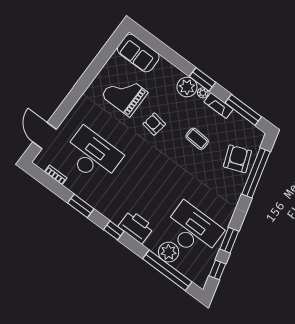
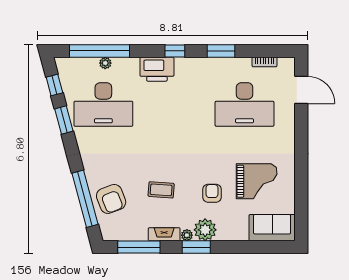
armchair: (154, 124) -> (212, 193), moved, turned -99
plant: (169, 252) -> (105, 63), width x0.53, depth x0.53

